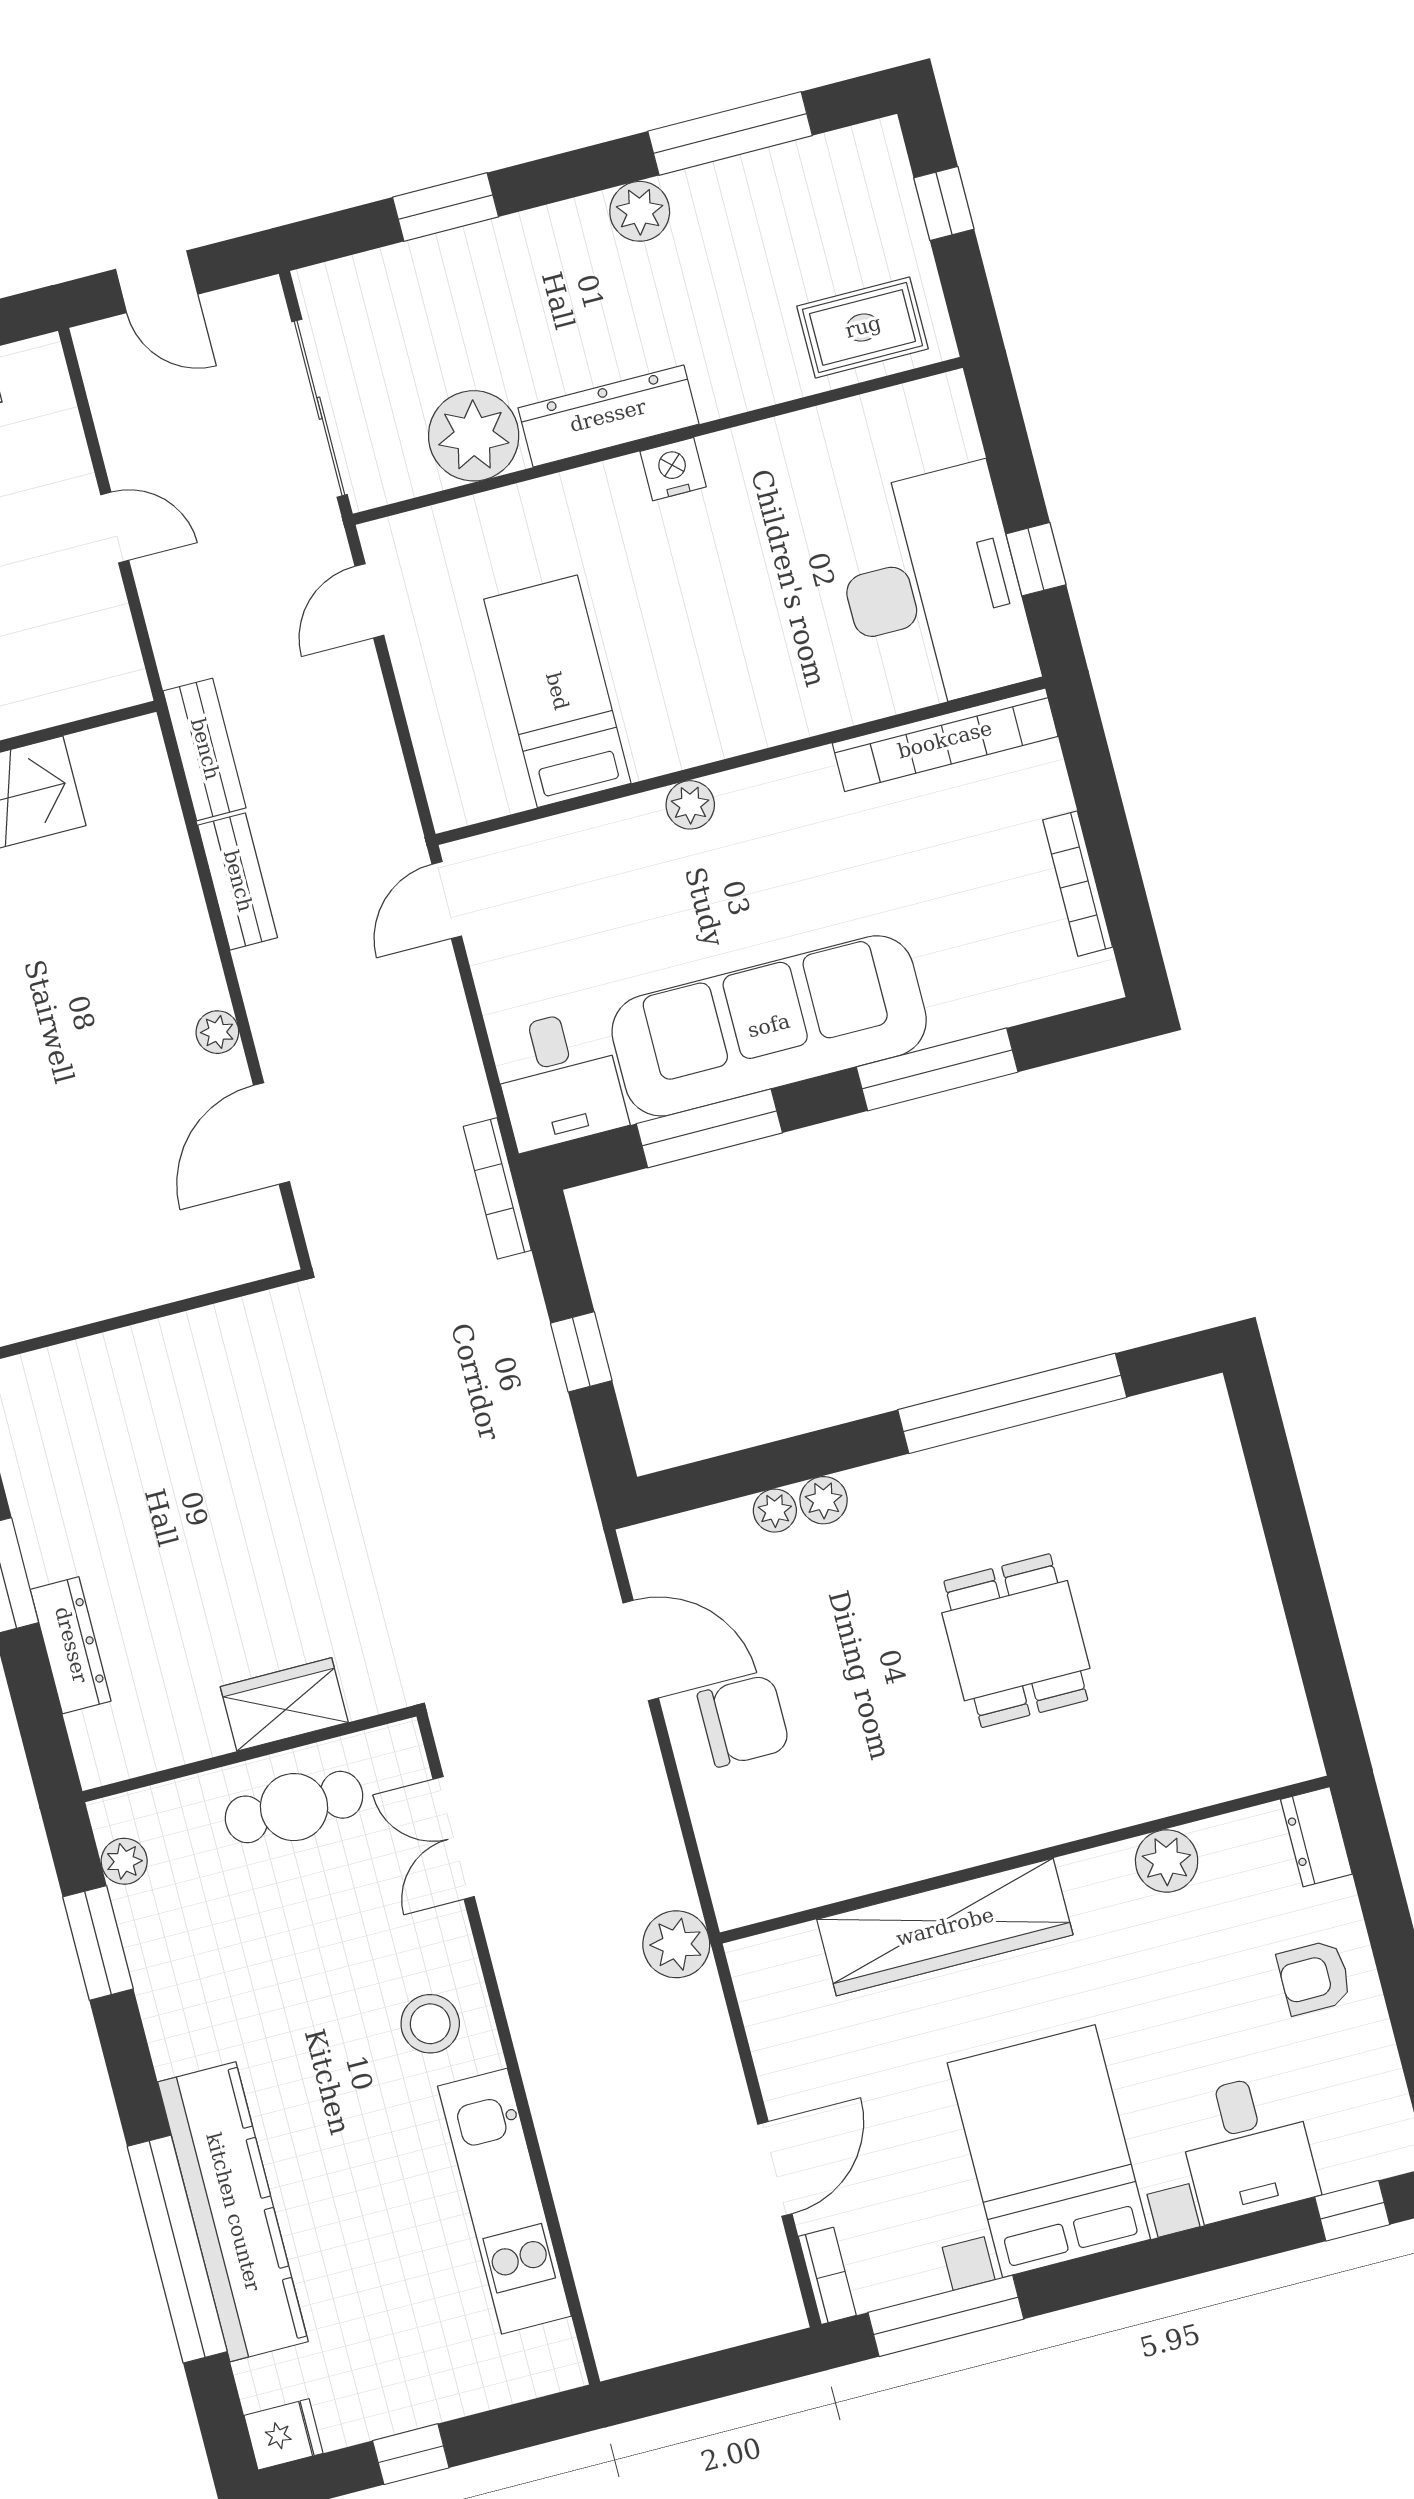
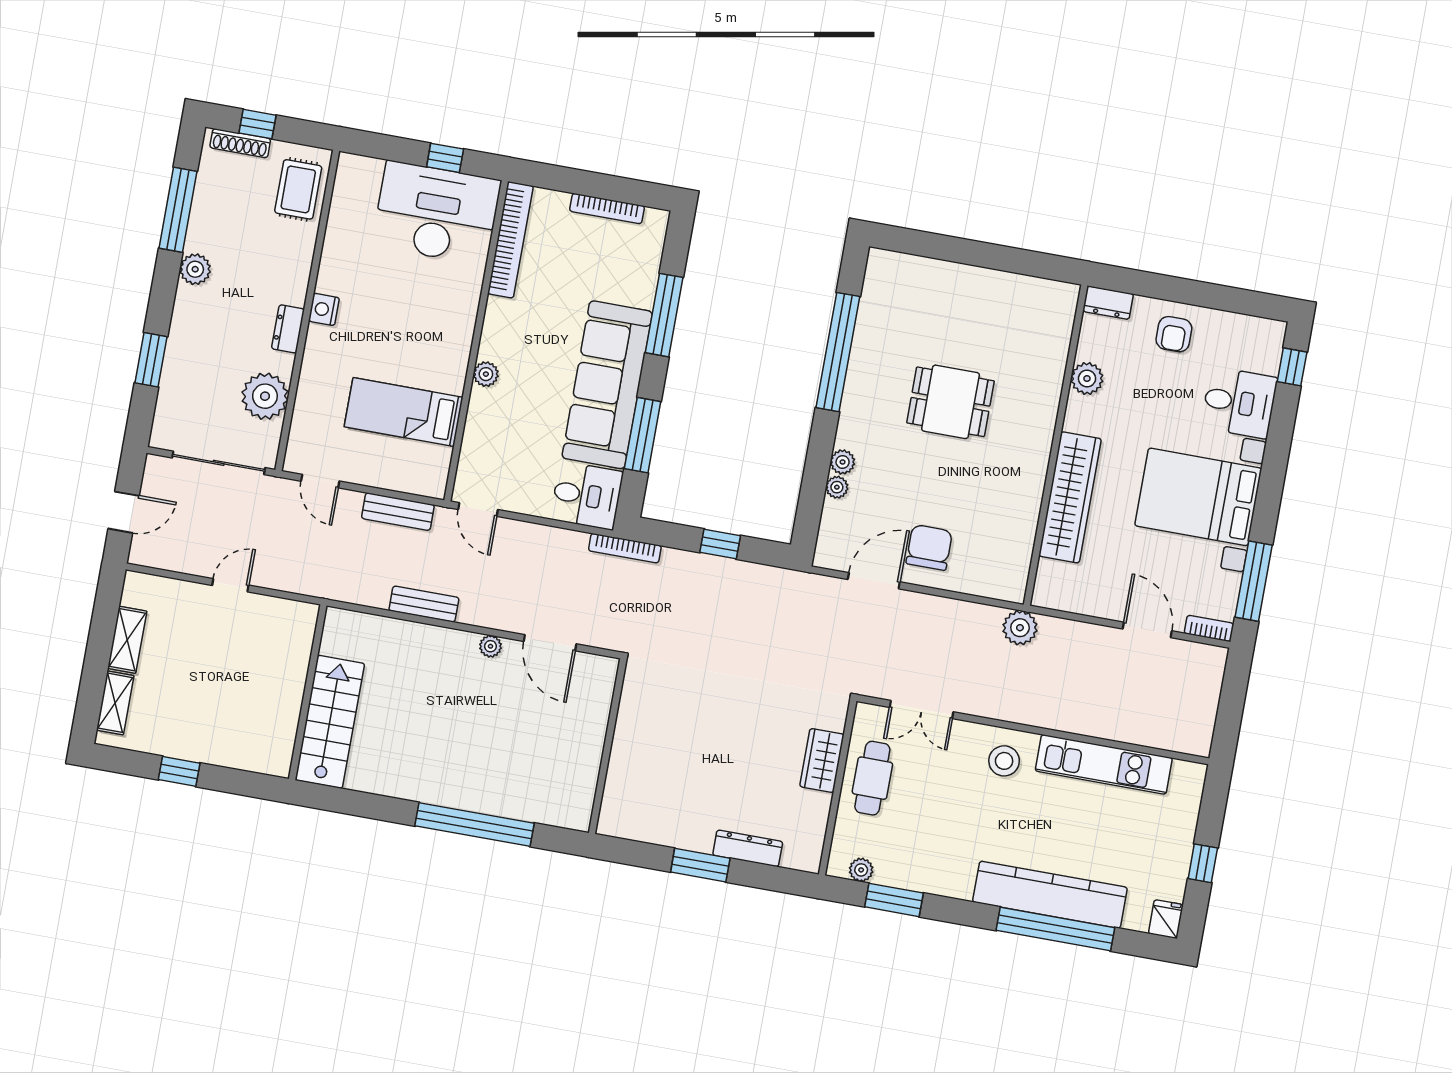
shoe rack: (897, 189) -> (240, 143), added
dresser: (608, 416) -> (288, 329), width x0.51, depth x0.80
bench: (205, 749) -> (398, 512), moved

